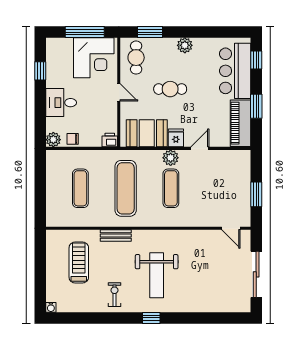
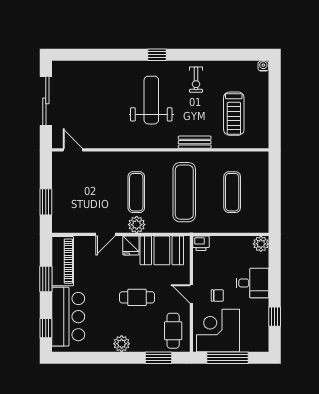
chair: (73, 139) -> (217, 295), moved
window: (256, 194) -> (46, 202), moved

